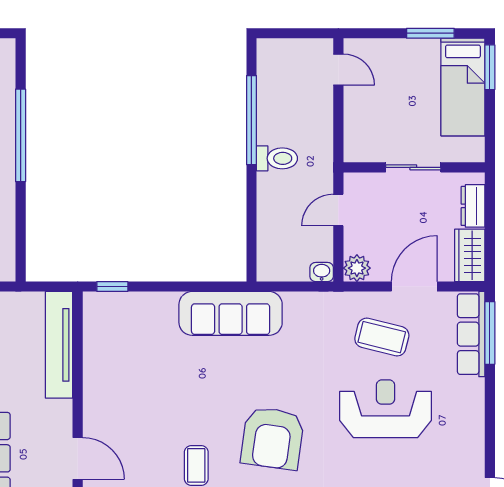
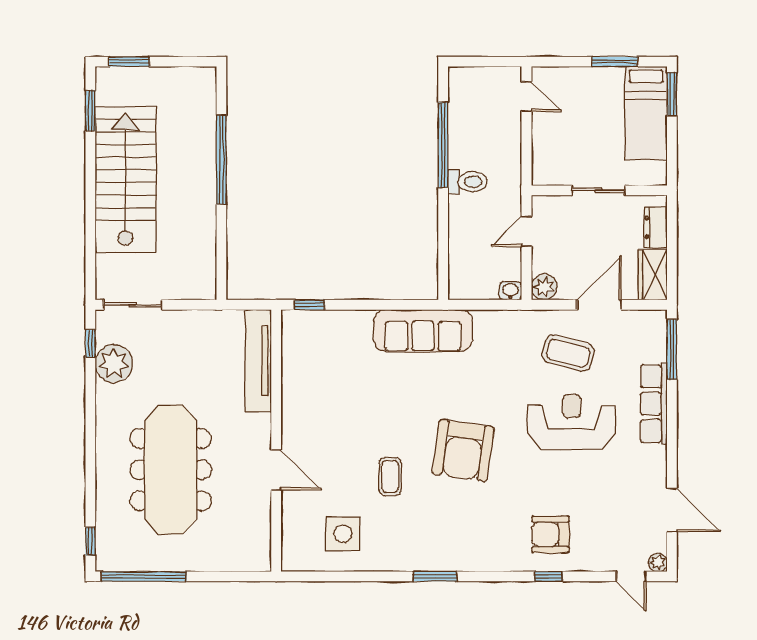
row of seats: (471, 334) -> (654, 404), moved

